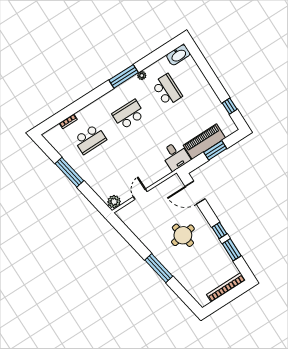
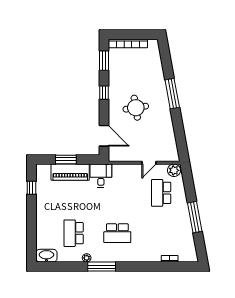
school desk: (90, 139) -> (161, 193), moved, turned -90
window: (232, 250) -> (104, 61), moved

